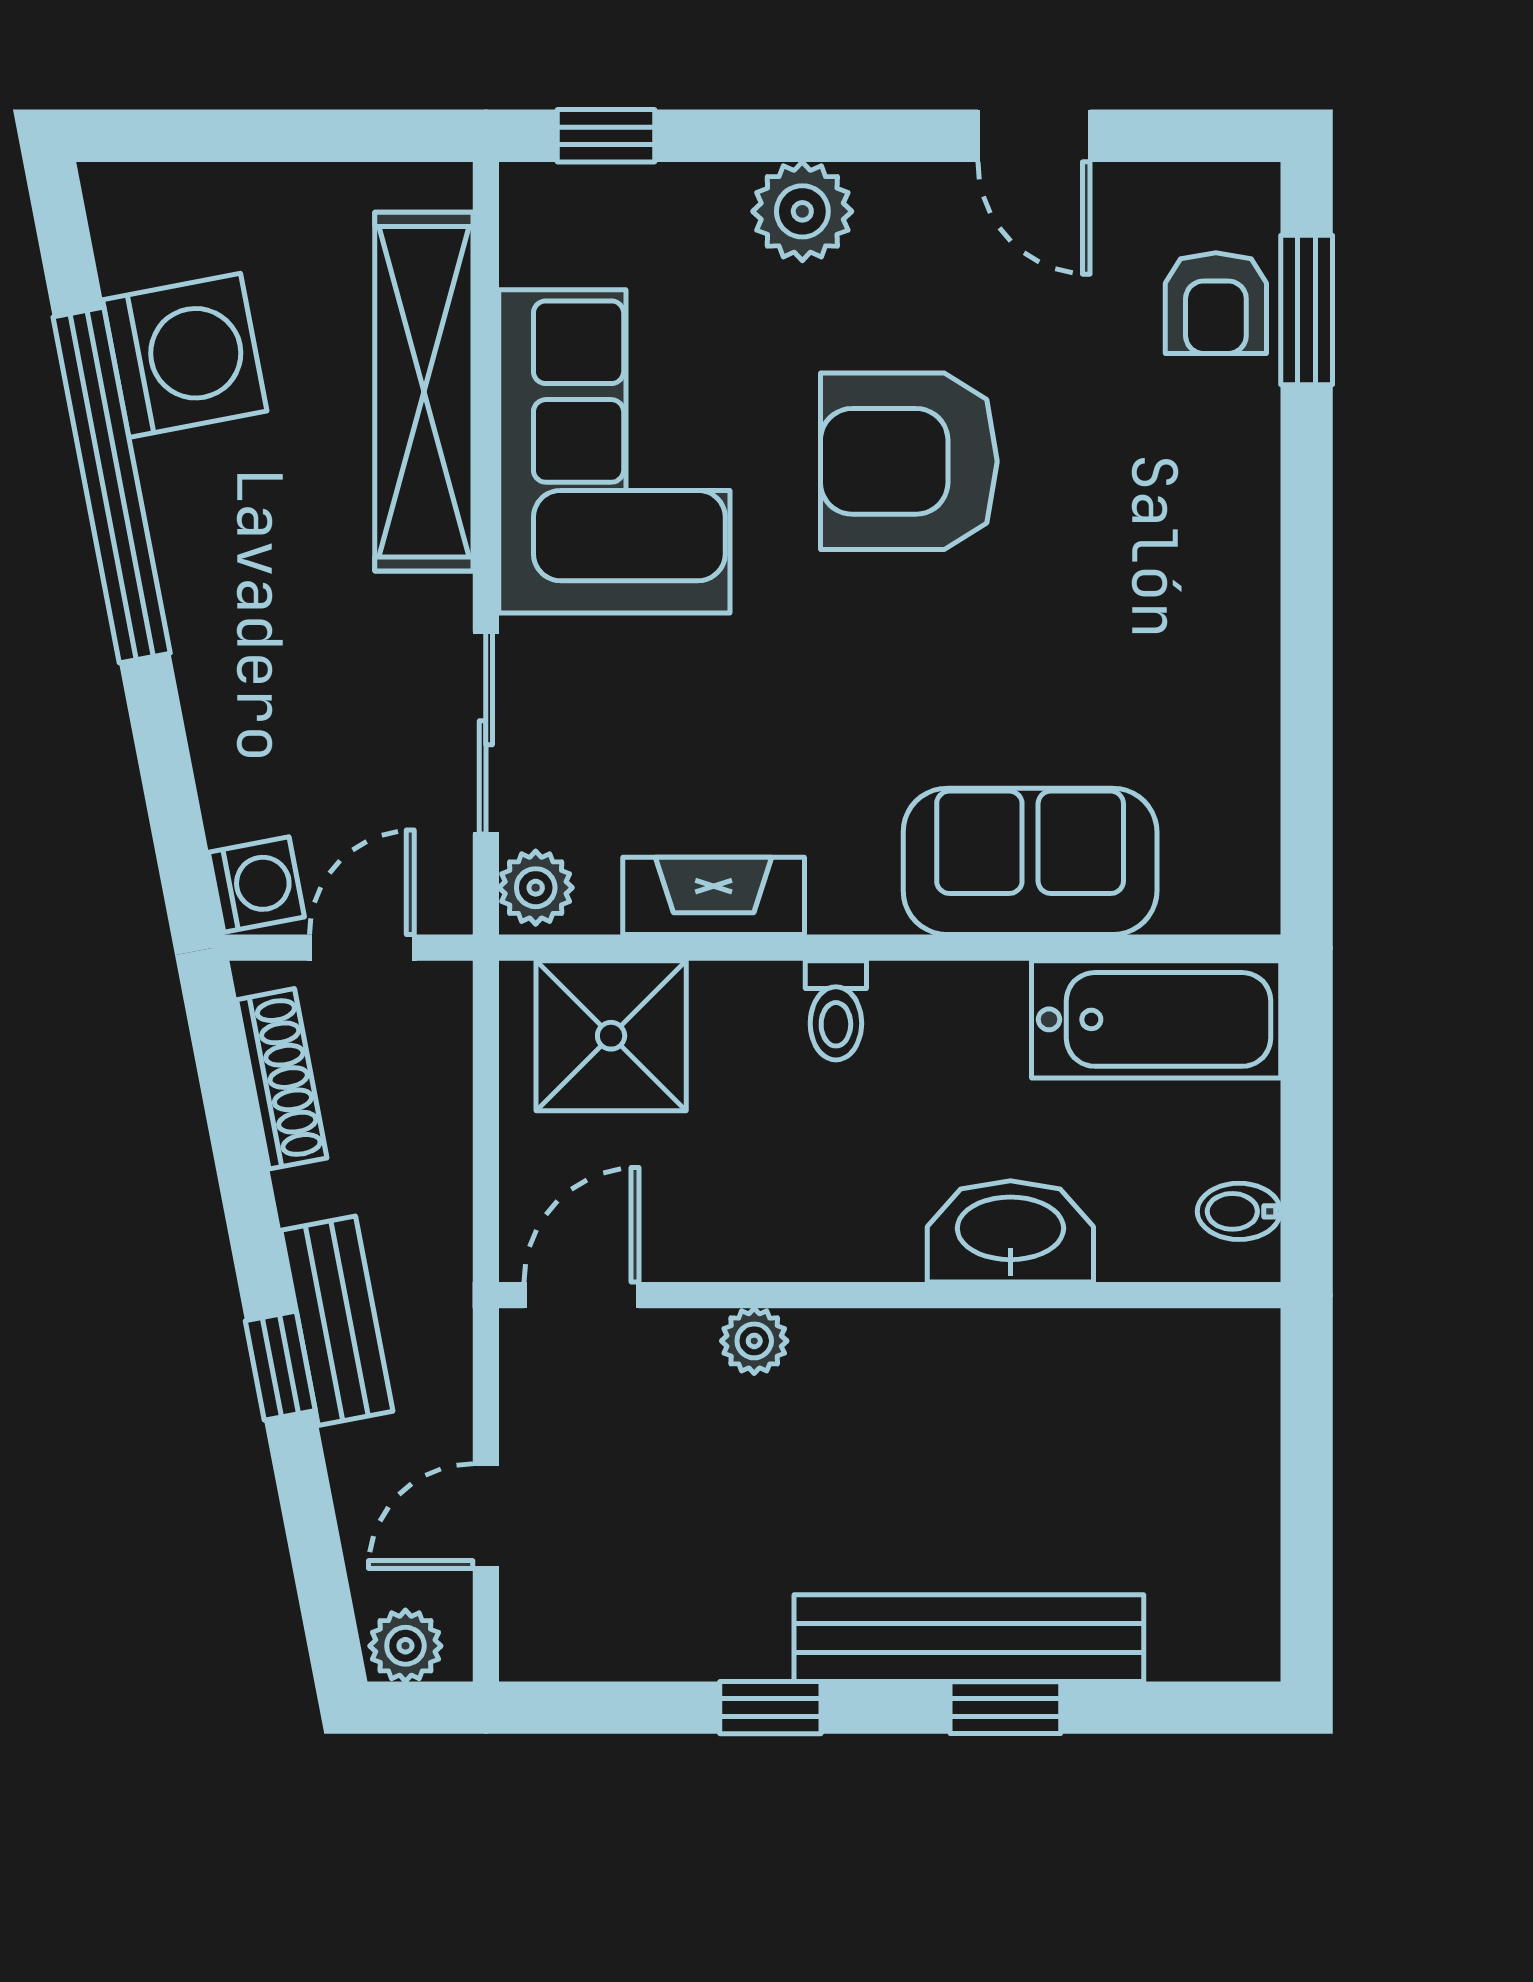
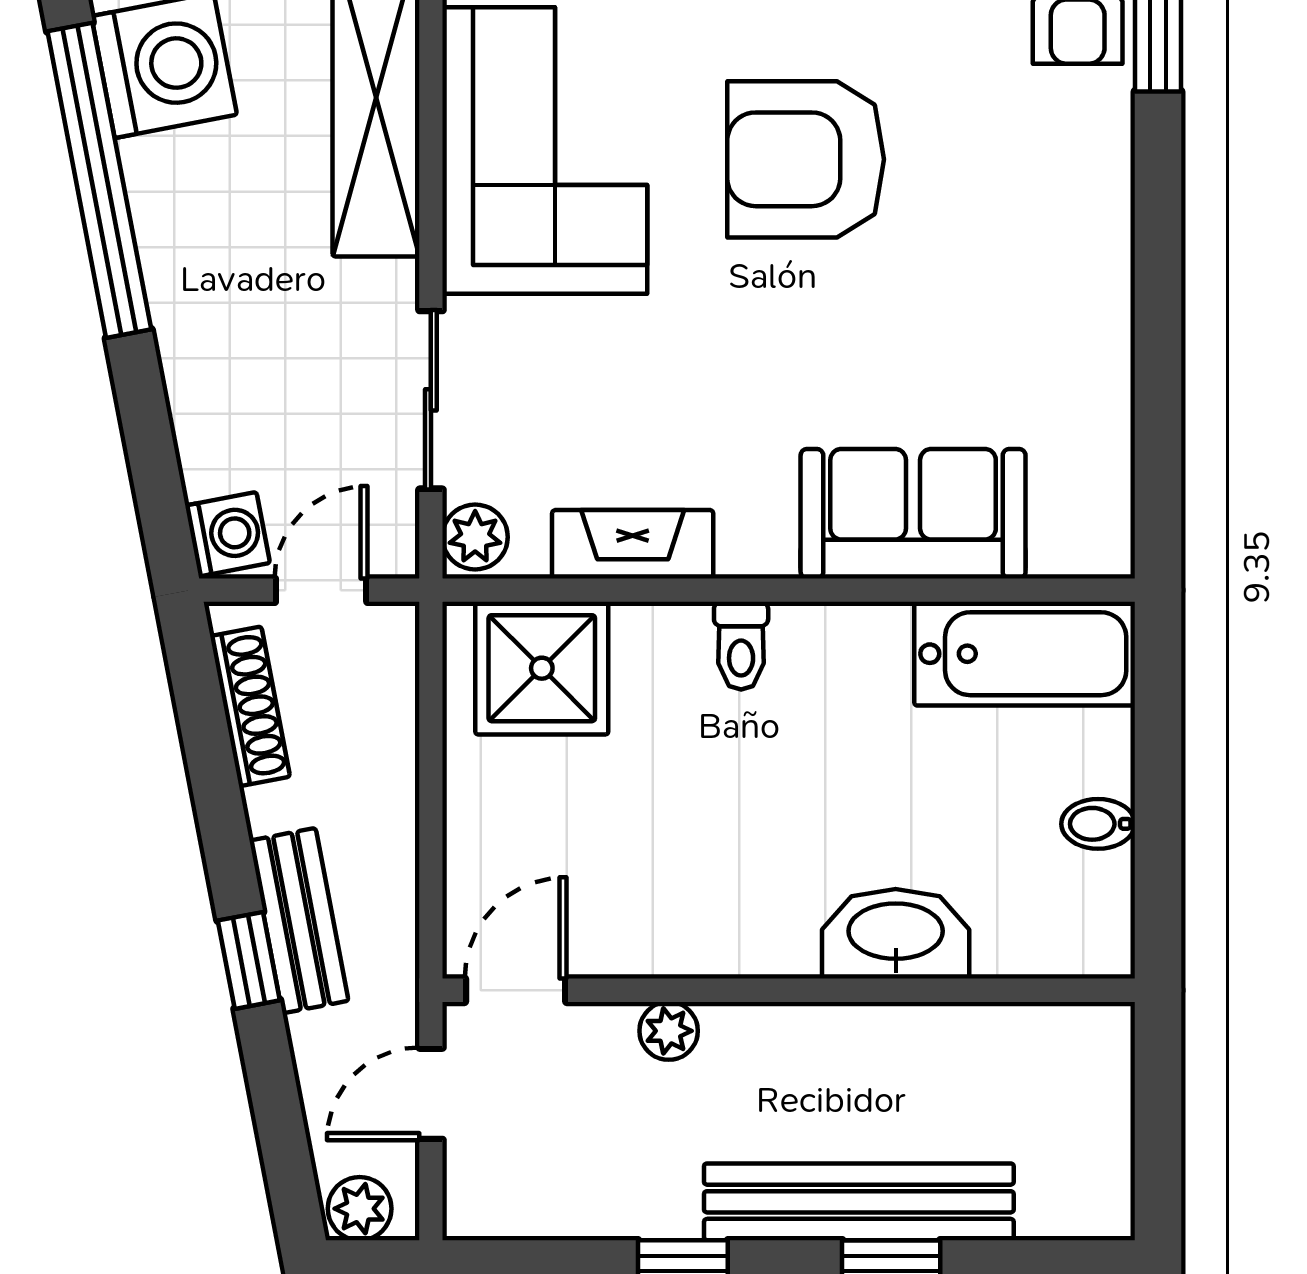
washbasin: (1010, 1231) -> (896, 934), moved
door: (581, 1295) -> (516, 990), moved
wall: (890, 1295) -> (789, 990), moved
plant: (754, 1341) -> (669, 1031), moved

